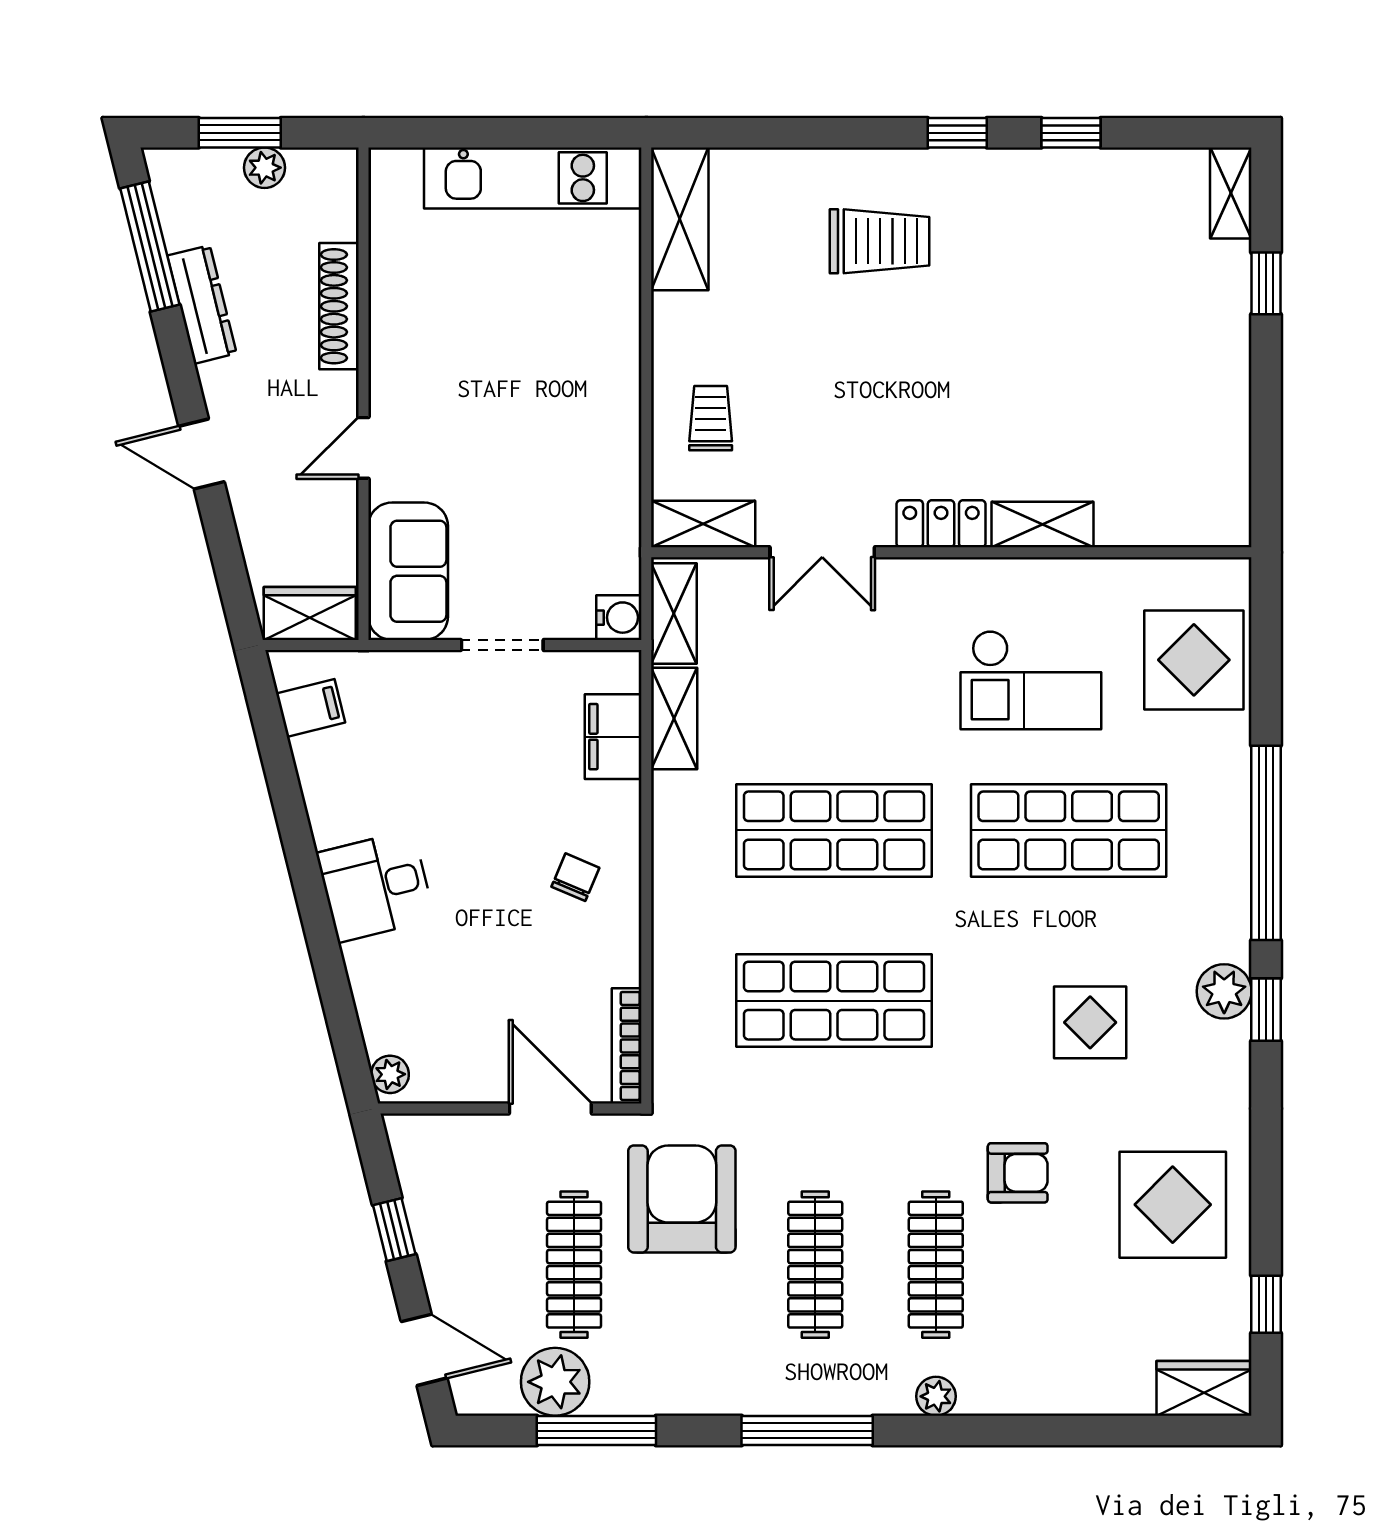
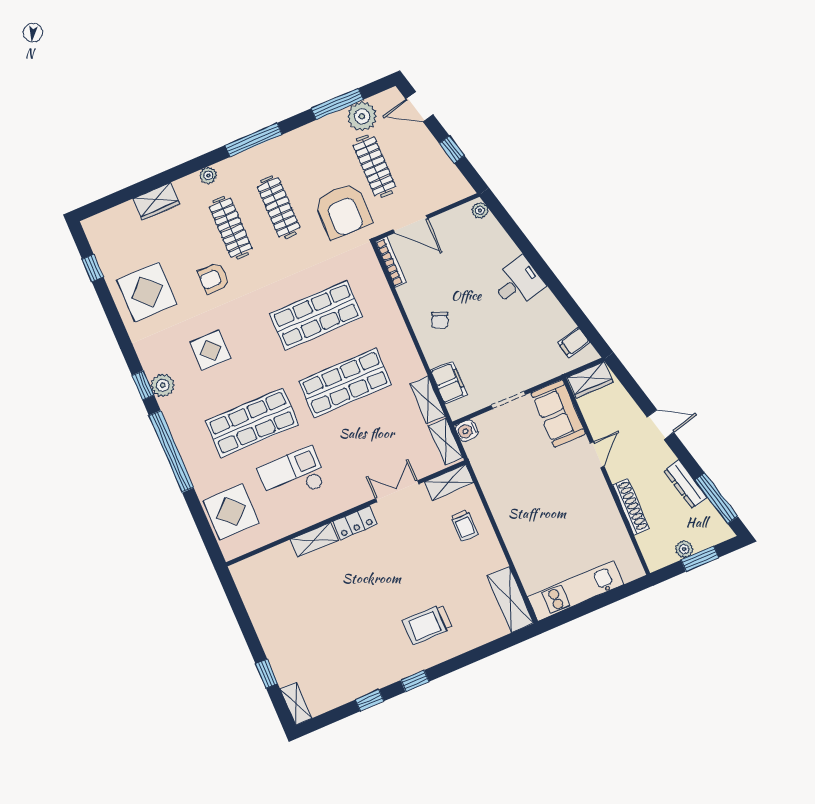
wardrobe: (1204, 1388) -> (156, 201), moved

